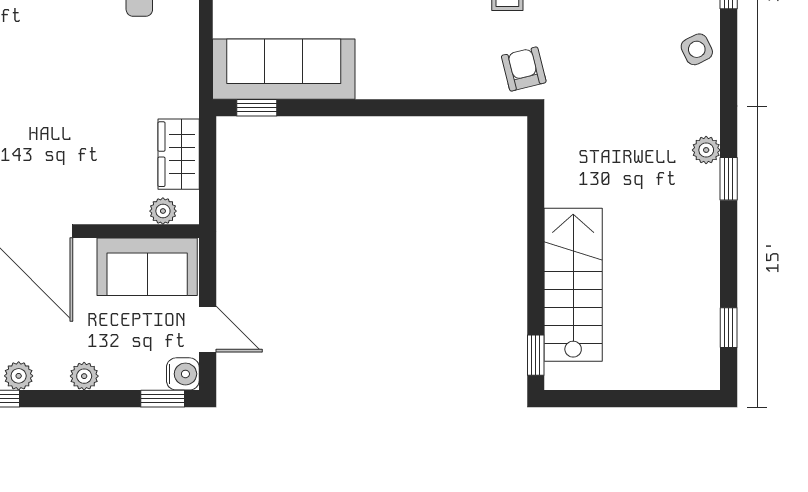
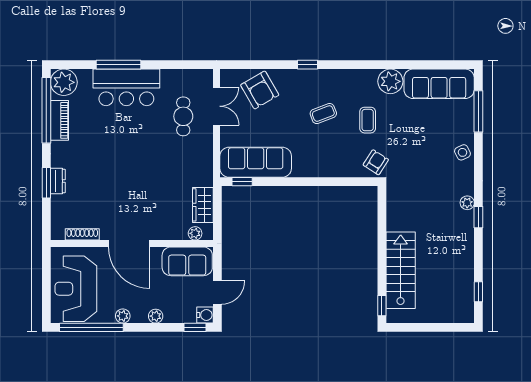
armchair: (524, 69) -> (376, 162), turned 47
door: (208, 329) -> (217, 293), hinge flipped

